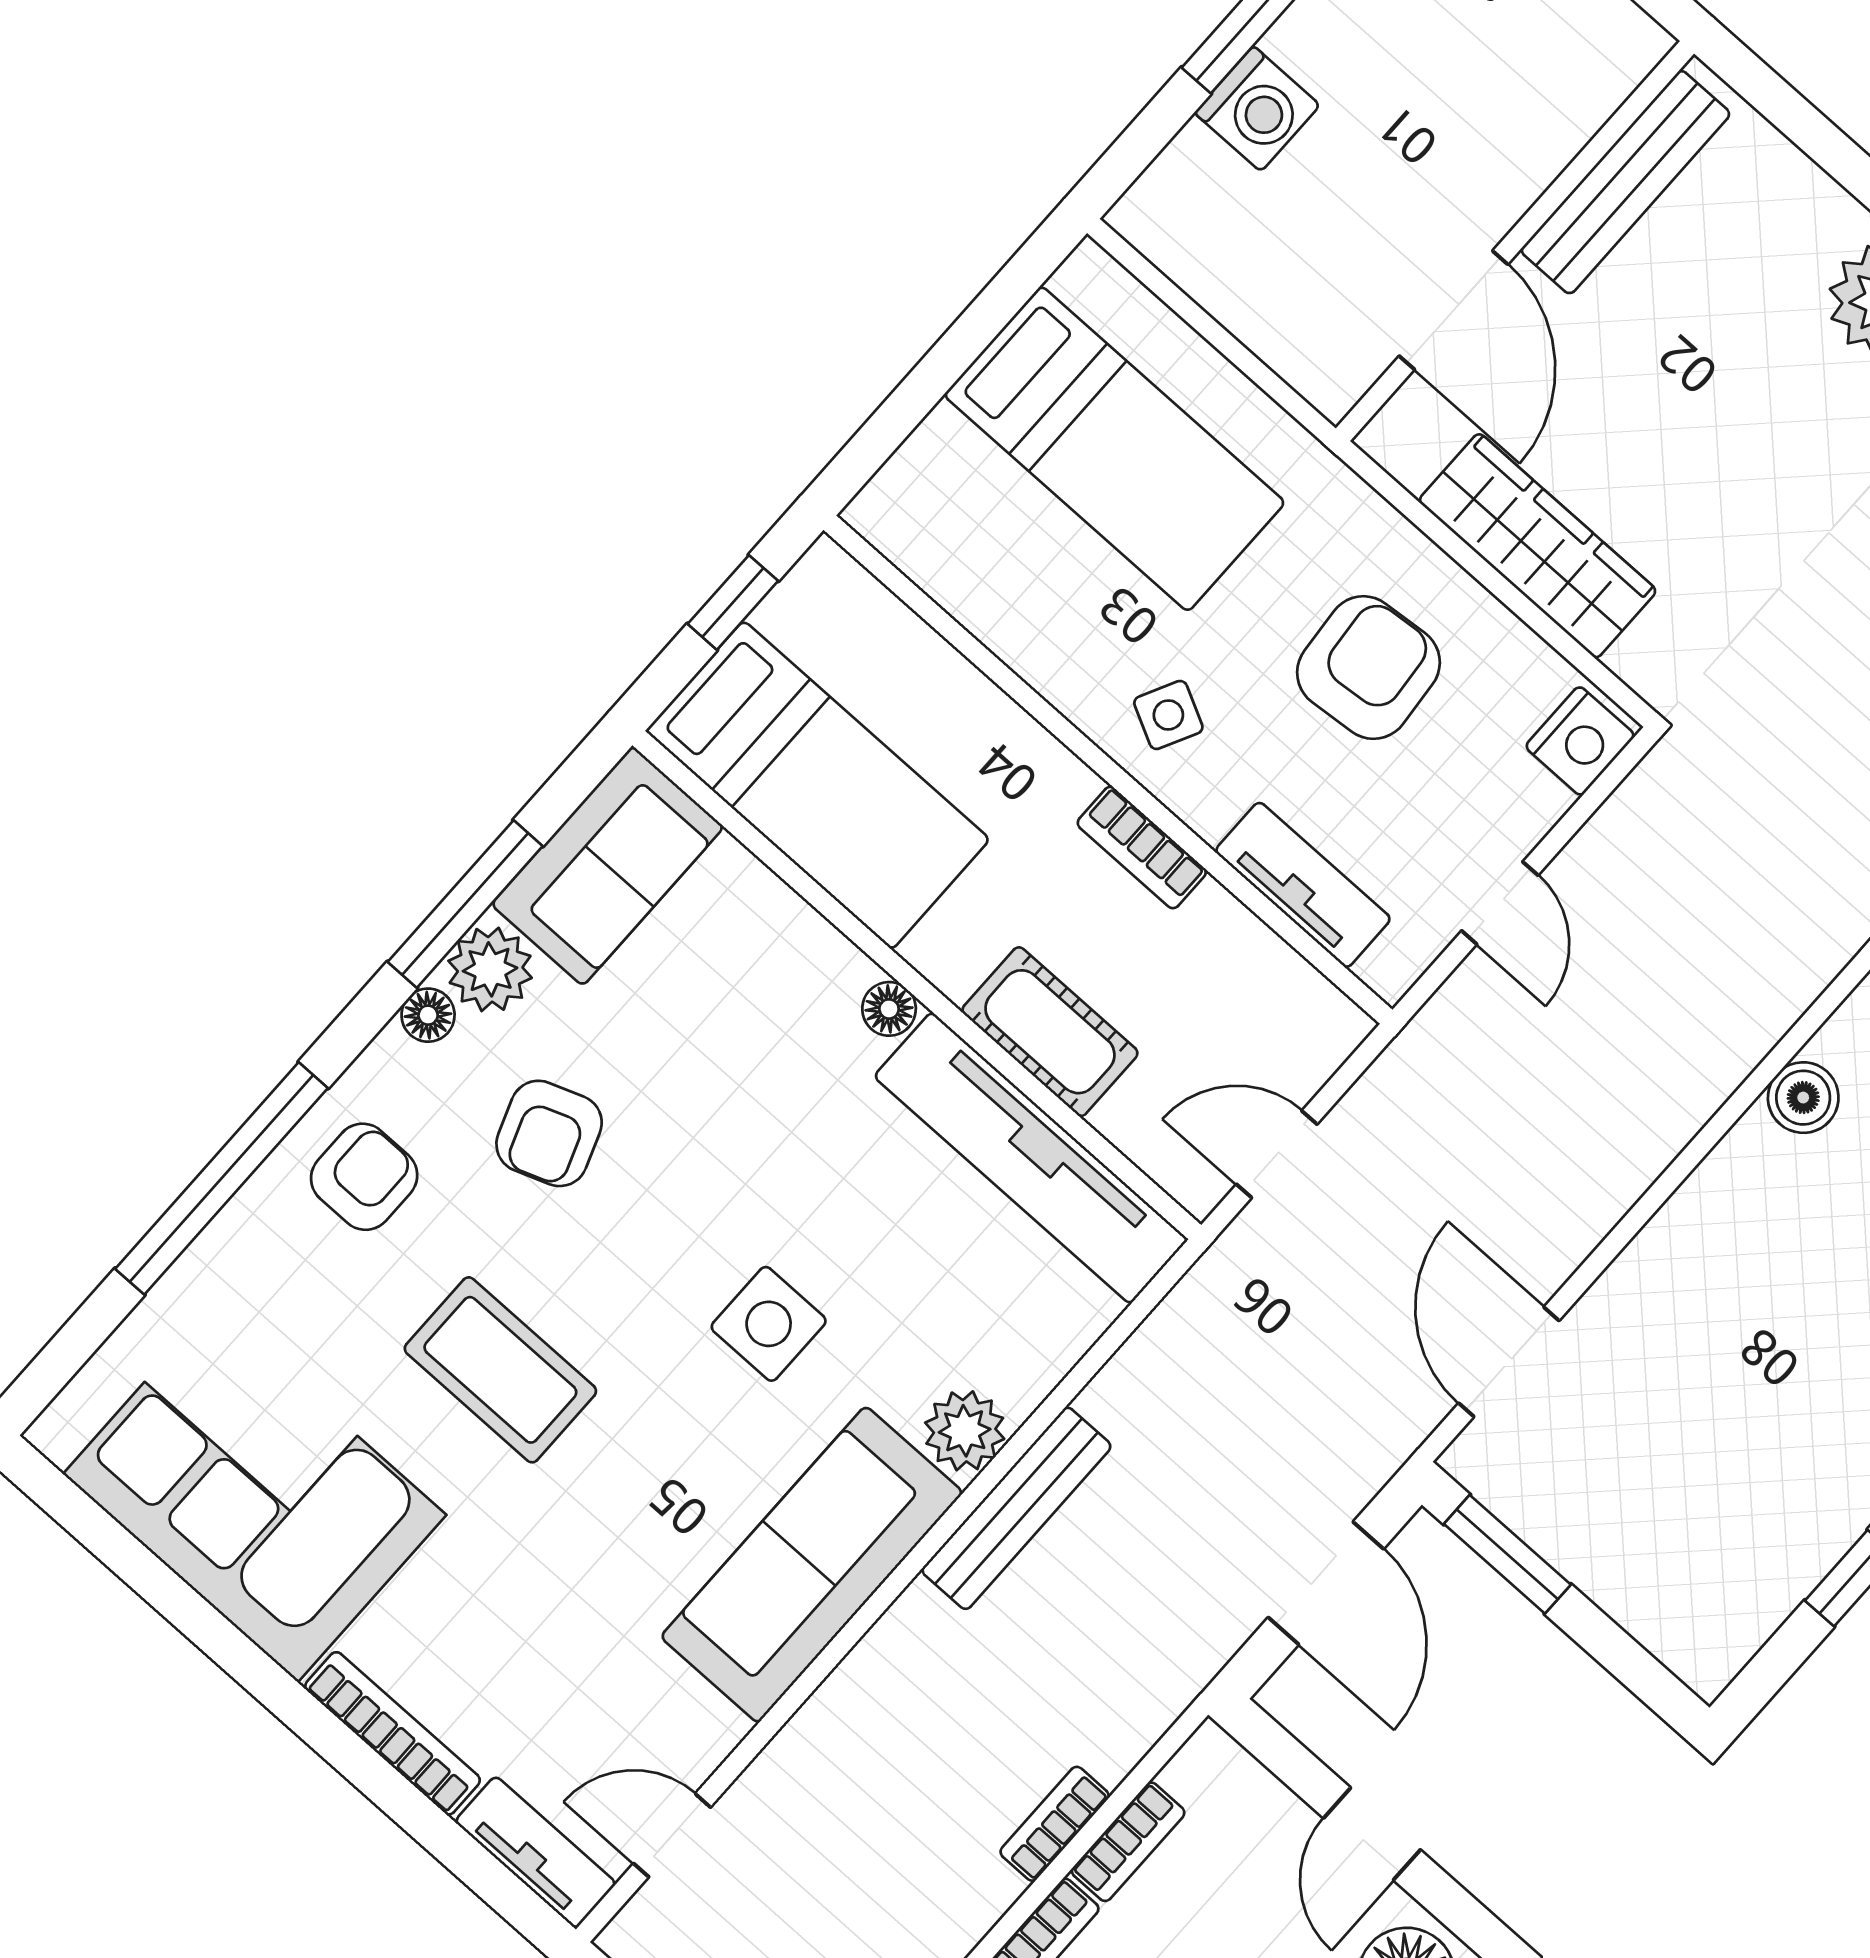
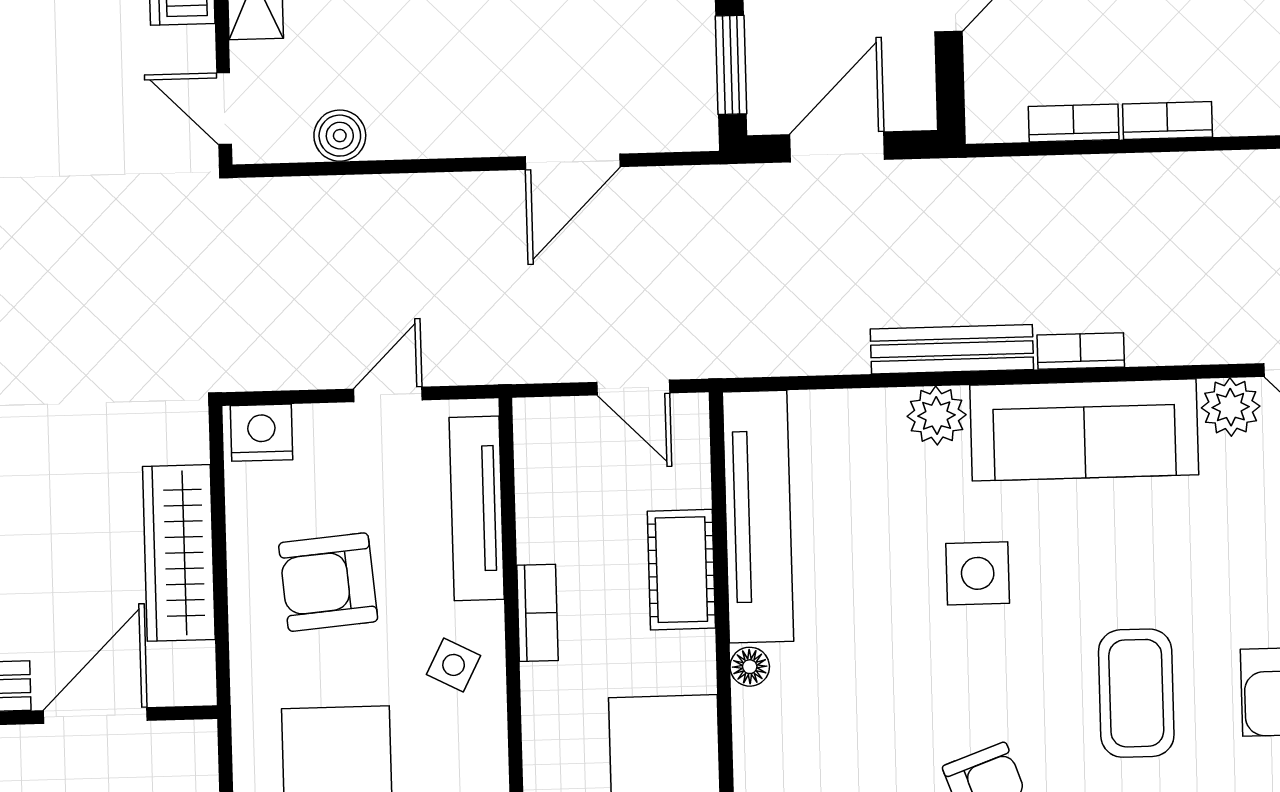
tv unit: (1303, 885) -> (477, 508), width x1.41
door: (1509, 1362) -> (573, 162), moved
plant: (698, 1732) -> (1231, 407), added
bookcase: (1055, 1824) -> (1081, 351), moved, turned 180

